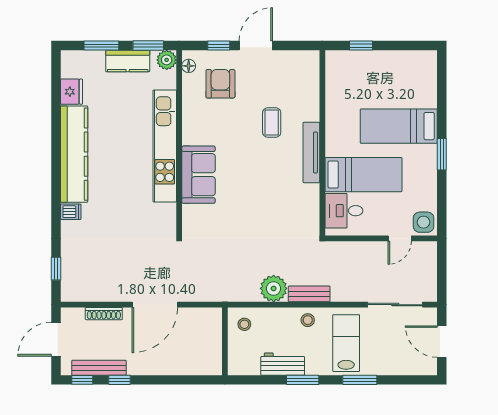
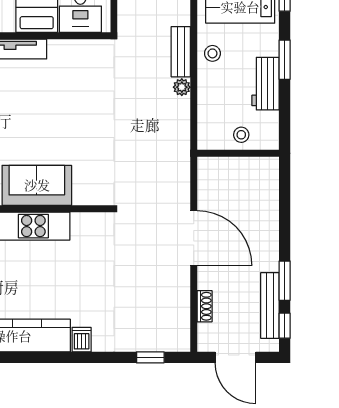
plant: (274, 288) -> (182, 87), width x0.53, depth x0.53
shoe rack: (104, 314) -> (205, 306), width x0.70
stool: (244, 324) -> (241, 135), moved
window: (120, 380) -> (285, 281), width x1.50

